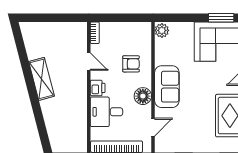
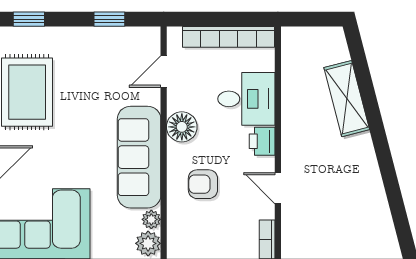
plant: (160, 44) -> (151, 219), added
shelving: (42, 79) -> (347, 99), moved
sofa: (167, 87) -> (139, 157), width x1.36

